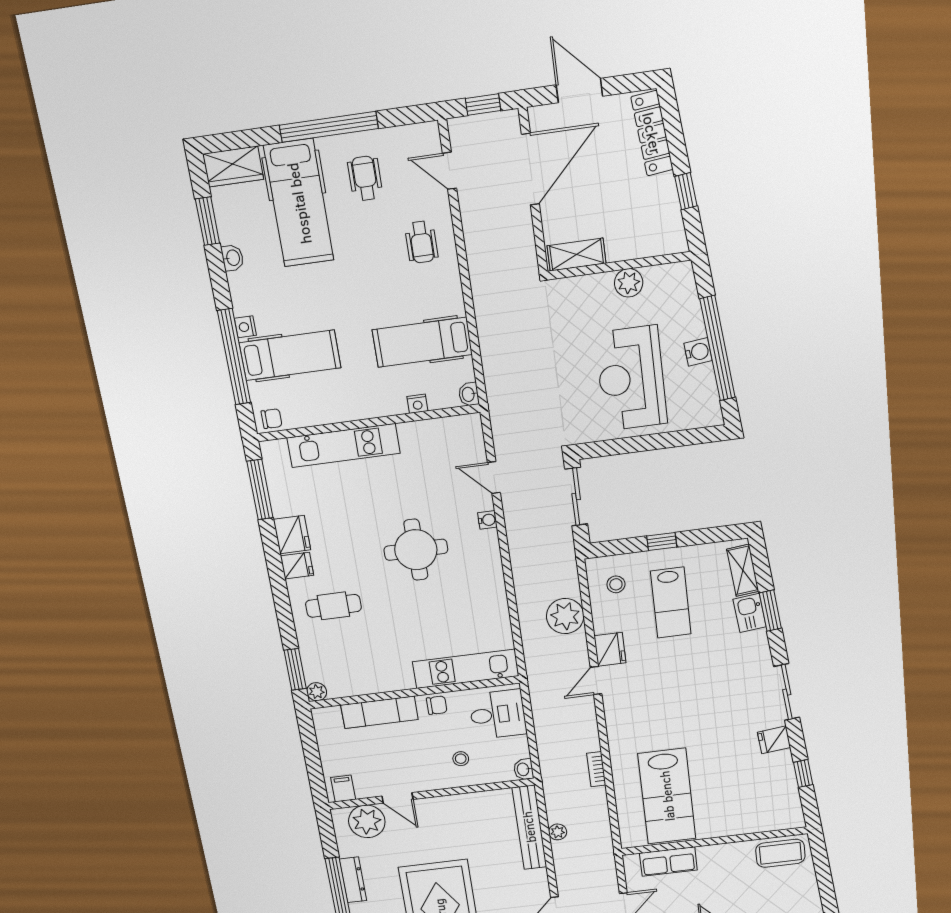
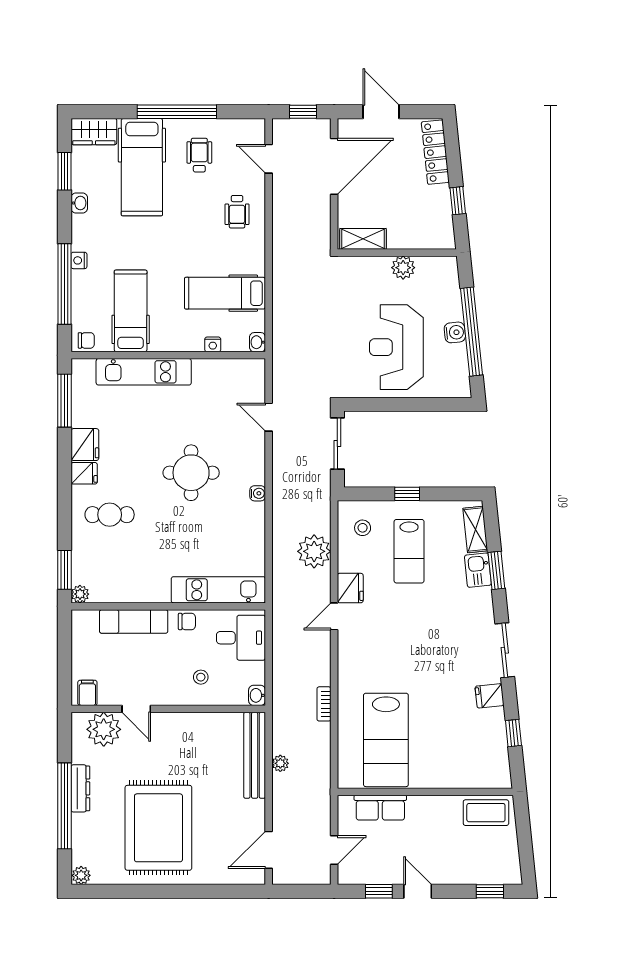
hospital bed: (290, 355) -> (131, 311), moved, turned -90
water cooler: (487, 520) -> (258, 493), moved

